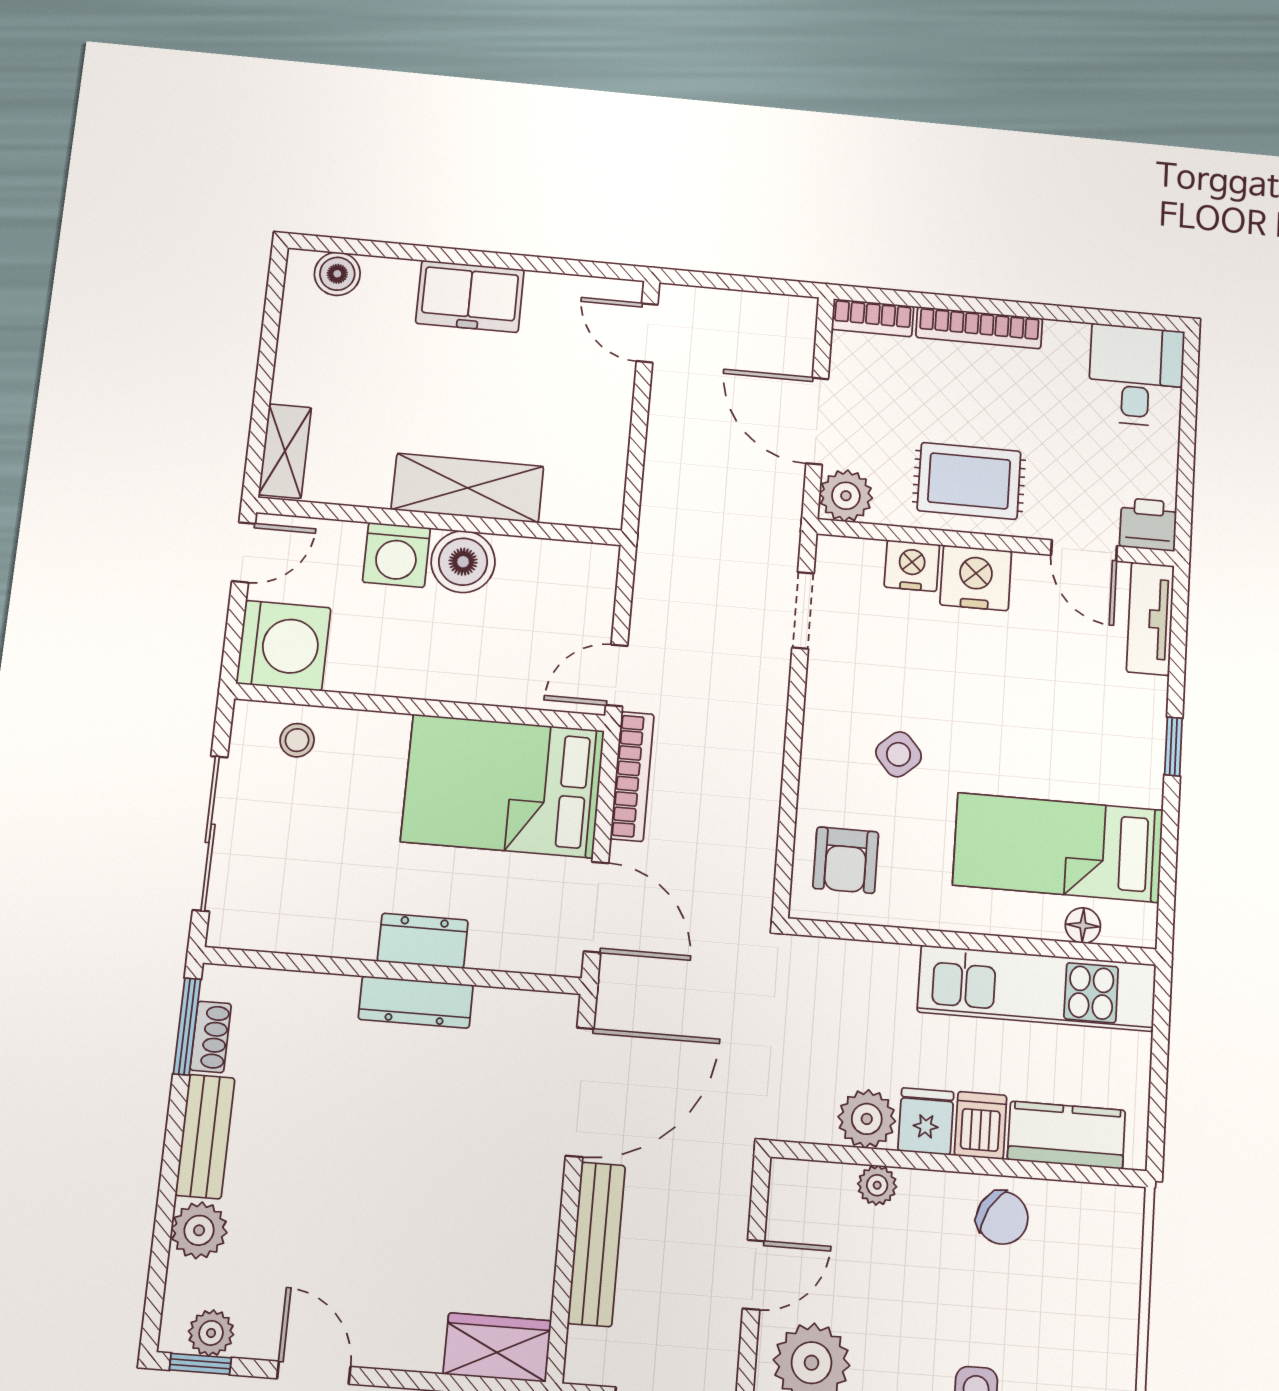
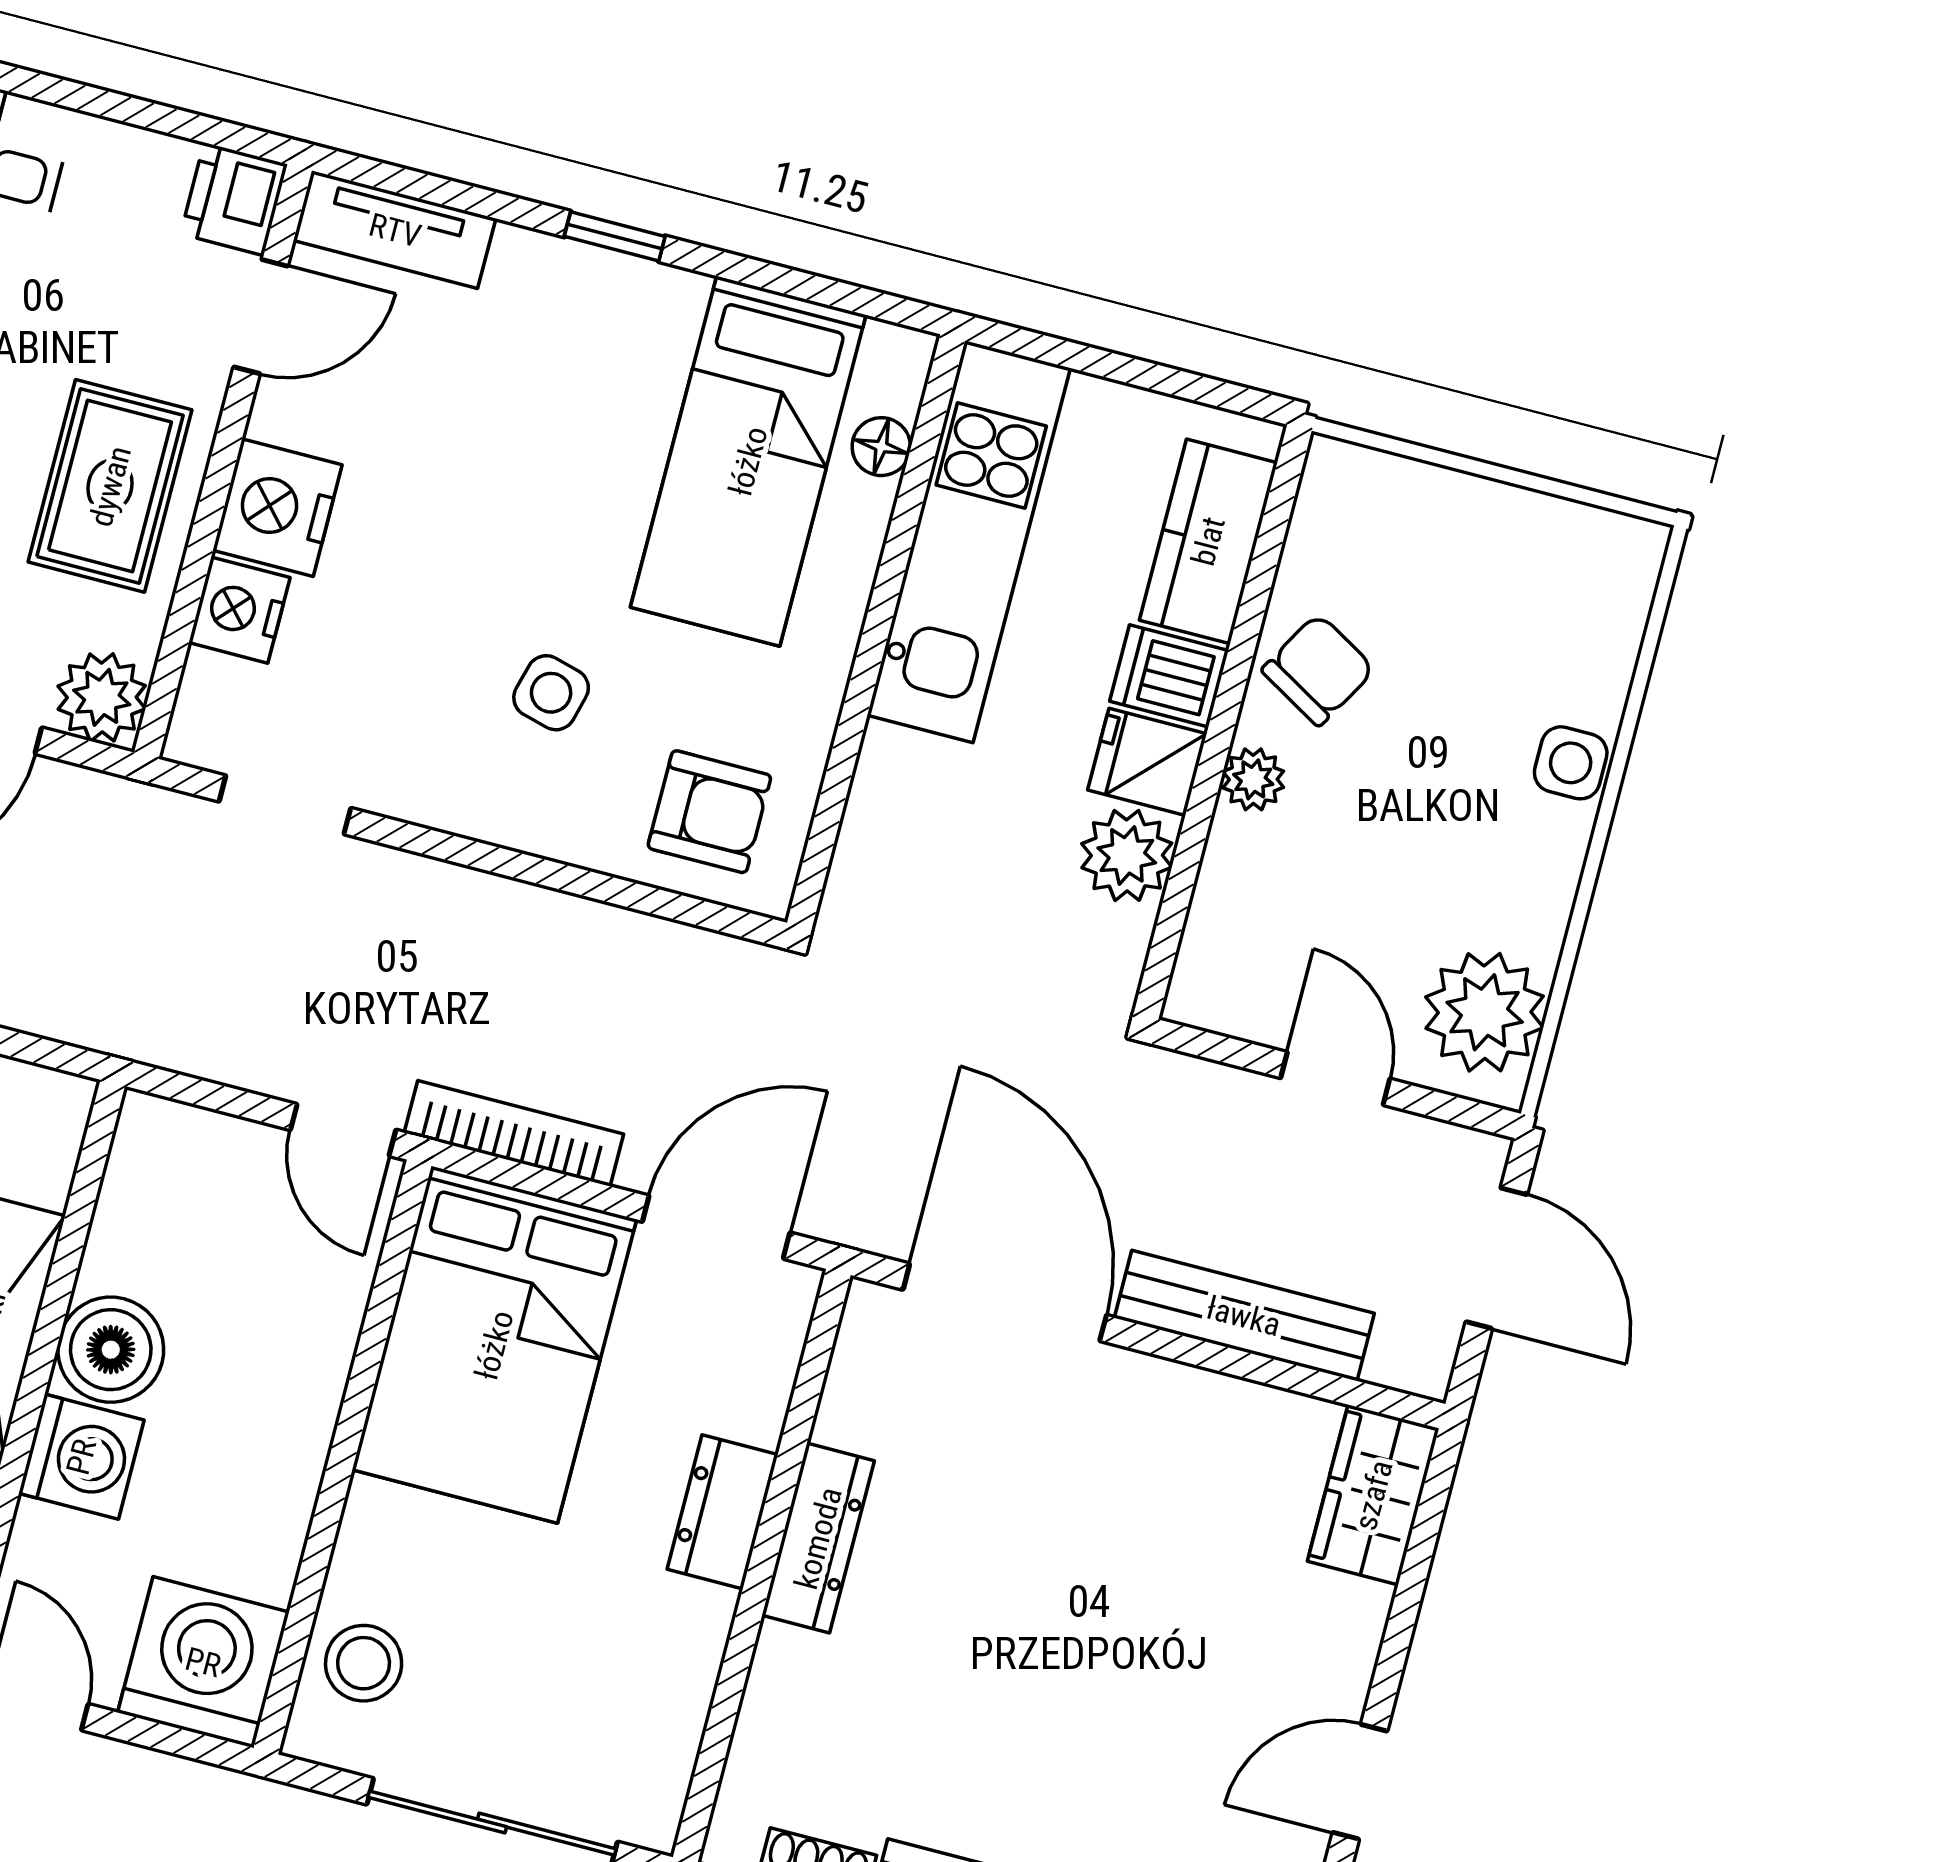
stool: (297, 740) -> (364, 1663), width x1.37, depth x1.37
side table: (899, 754) -> (551, 693), turned -34
plant: (877, 1185) -> (1253, 779), moved

